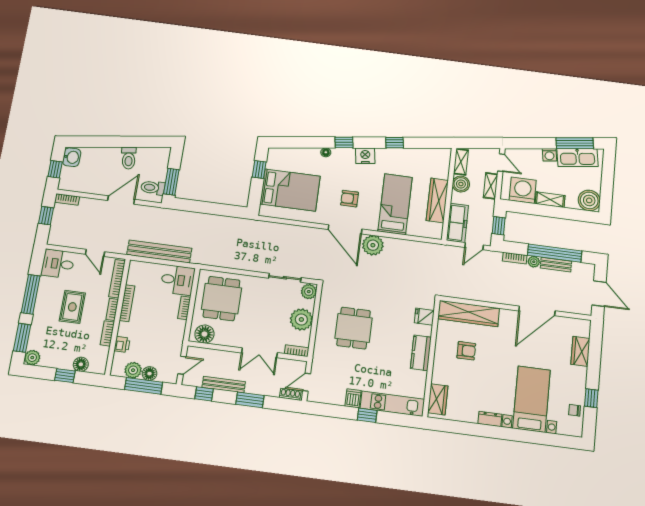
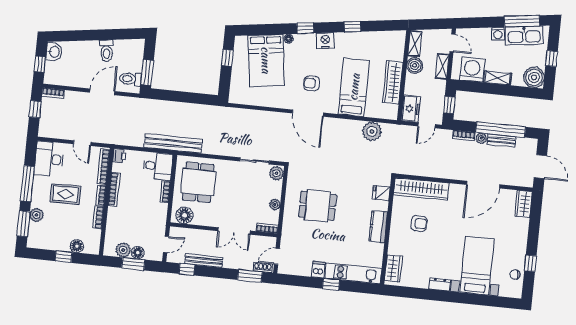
window: (607, 182) -> (552, 59), added
bed: (290, 190) -> (266, 60), moved, turned 82
freezer: (457, 223) -> (411, 109), width x0.71
plant: (373, 245) -> (372, 131), moved
bench: (159, 252) -> (173, 143), moved
desk: (58, 264) -> (49, 159), width x1.37
rug: (72, 307) -> (65, 194), turned 90
plant: (301, 319) -> (275, 204), width x0.53, depth x0.53
dining table: (354, 328) -> (318, 206), turned 90
printer: (122, 344) -> (119, 156), moved
wardrobe: (580, 351) -> (524, 204), moved
plant: (32, 358) -> (36, 215), moved
window: (144, 386) -> (133, 264), width x0.69
window: (250, 400) -> (250, 276), moved

